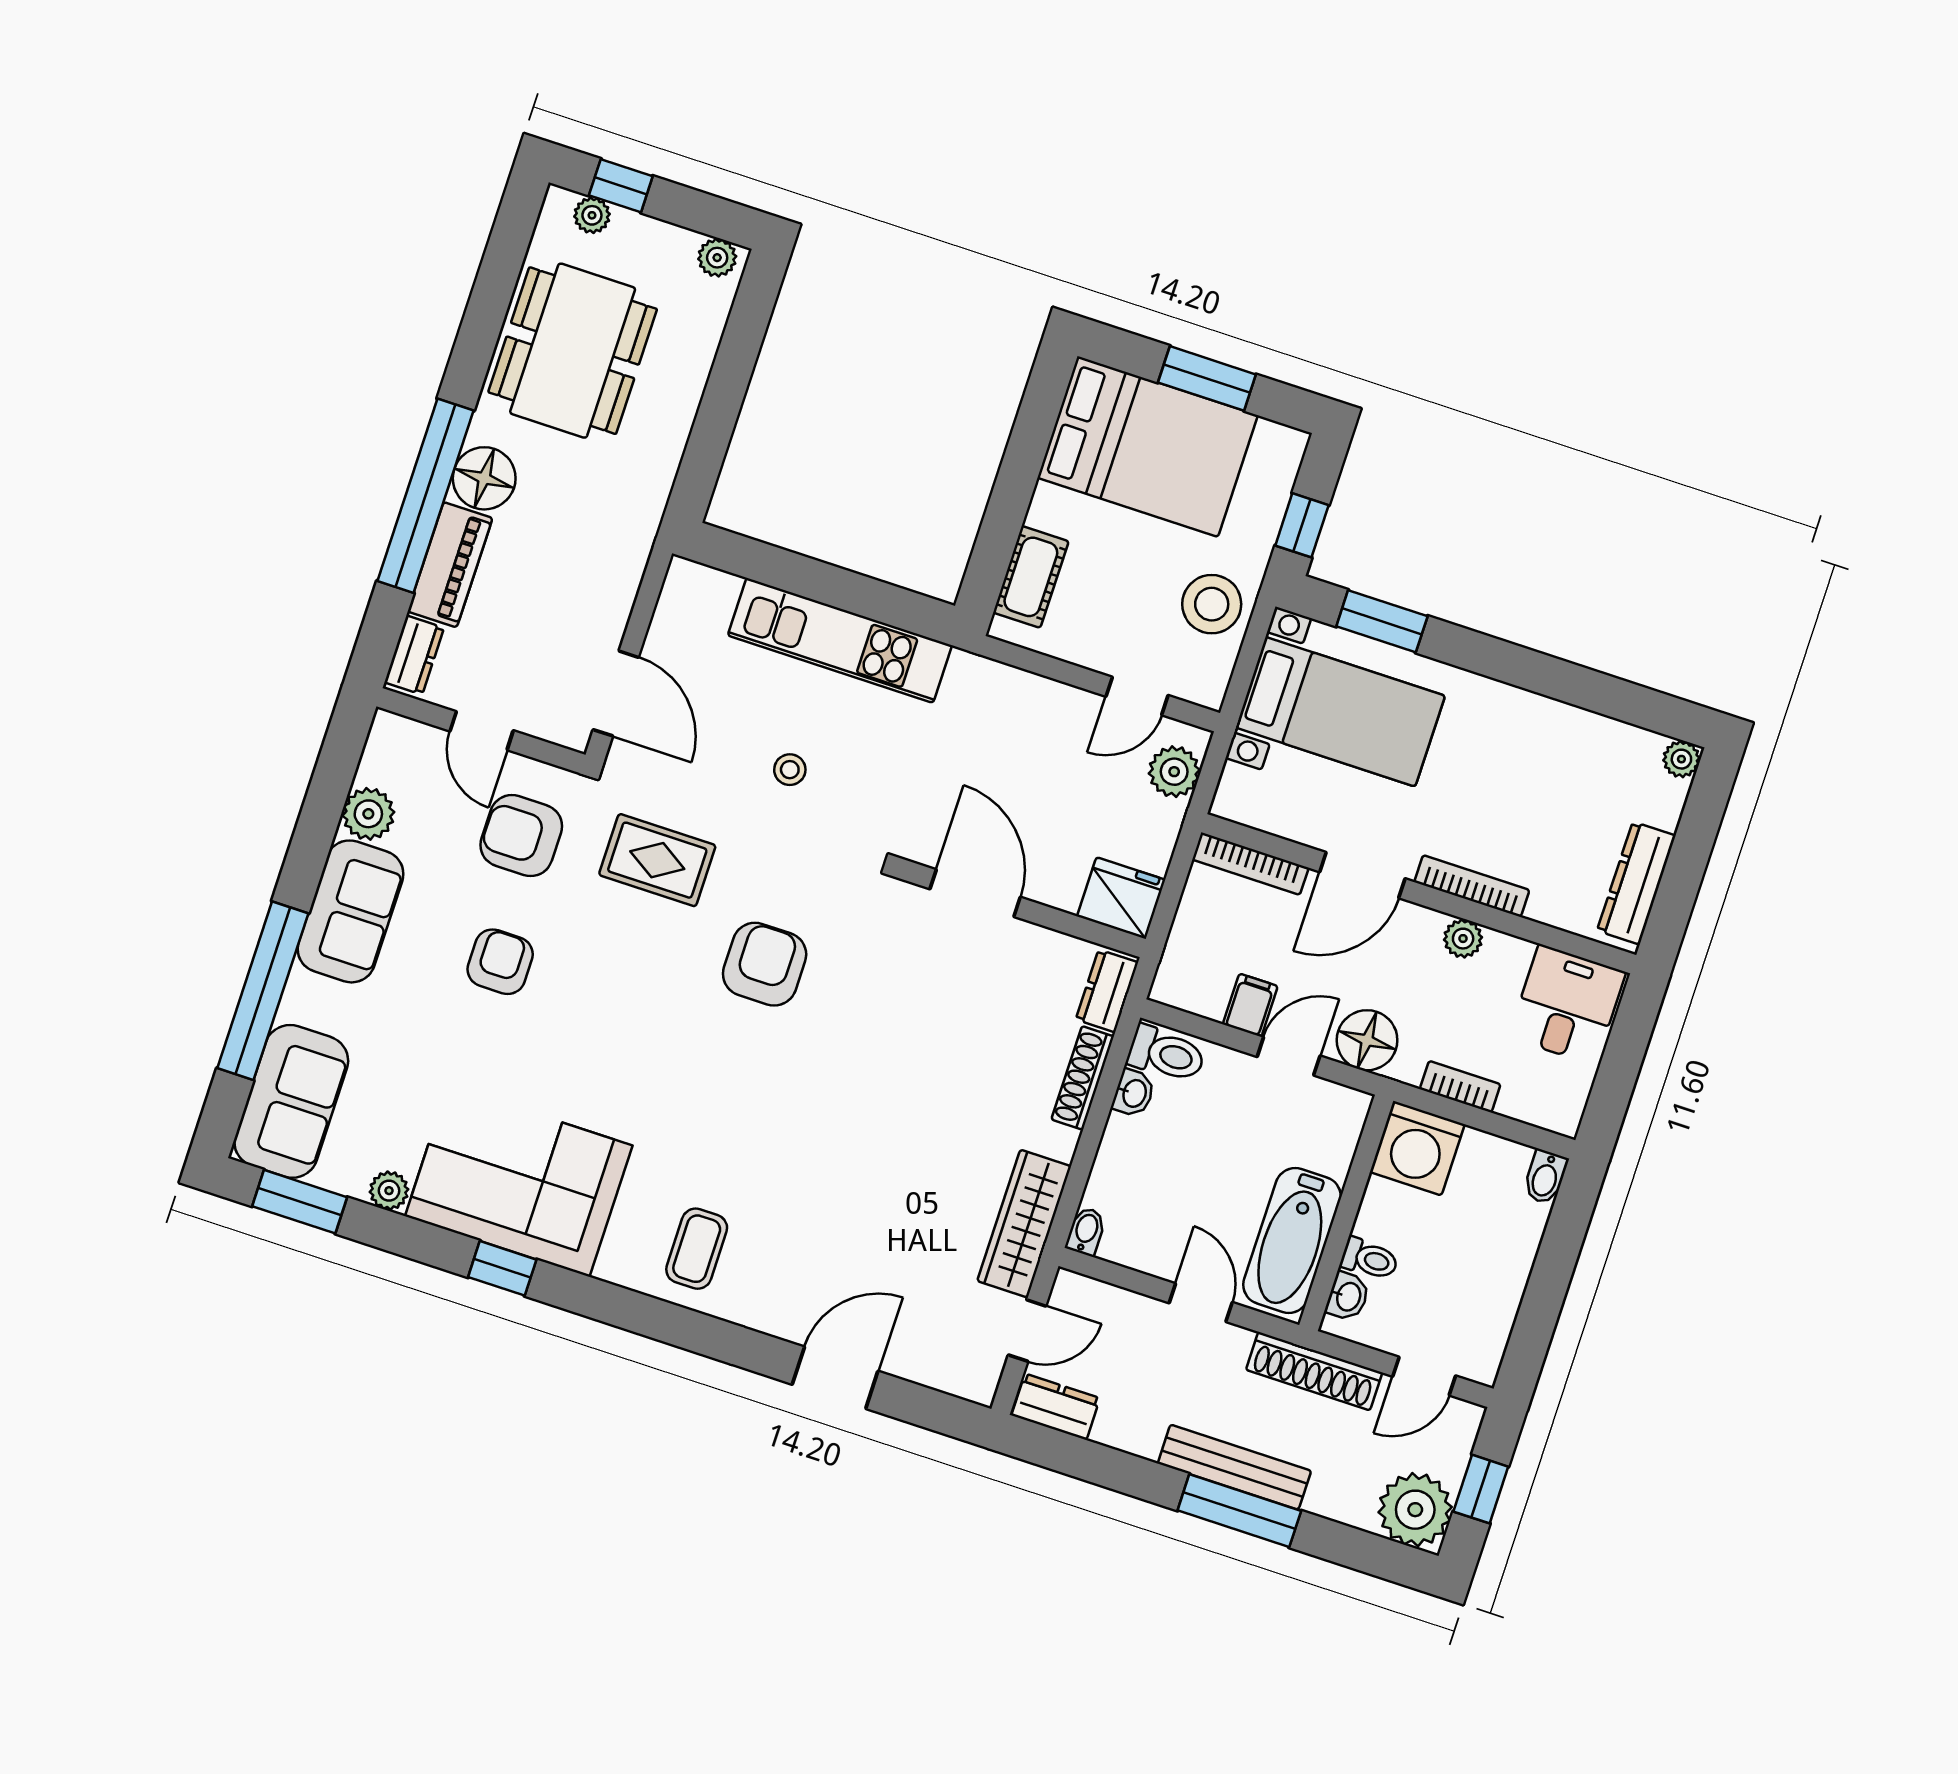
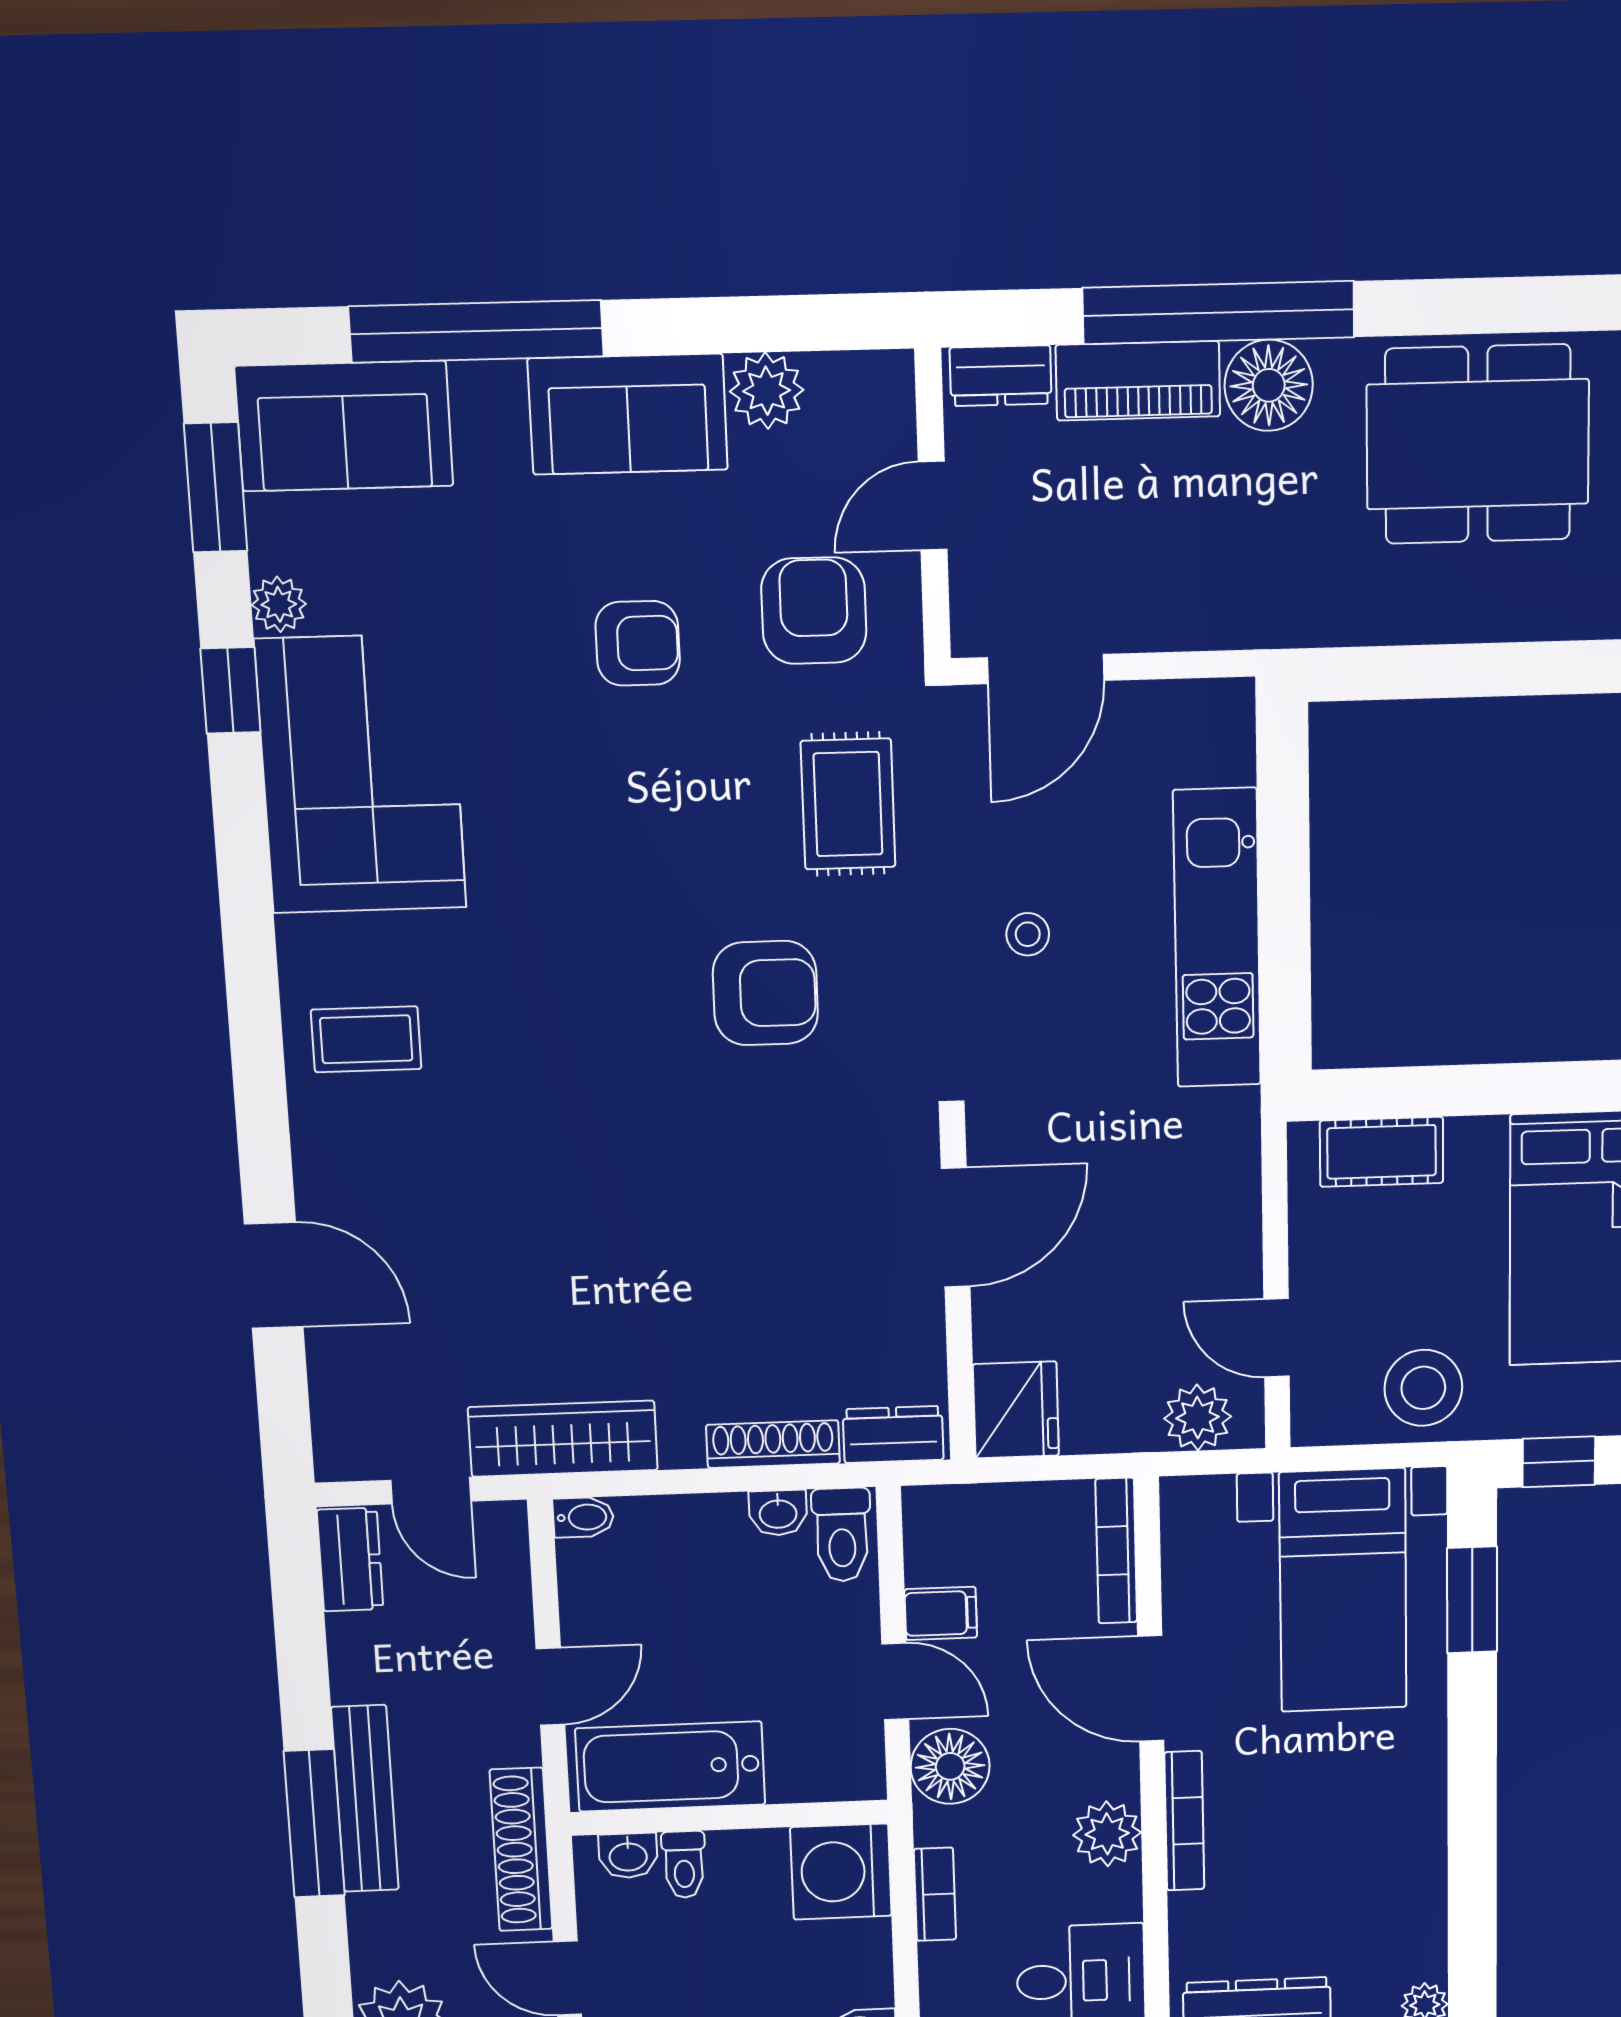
plant: (1463, 939) -> (1107, 1834), width x1.38, depth x1.38
window: (502, 1268) -> (231, 690), moved

